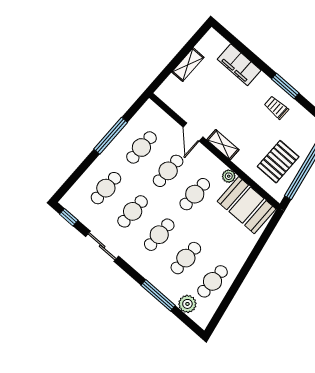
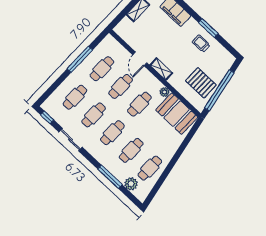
pallet: (278, 162) -> (201, 83), turned 90

